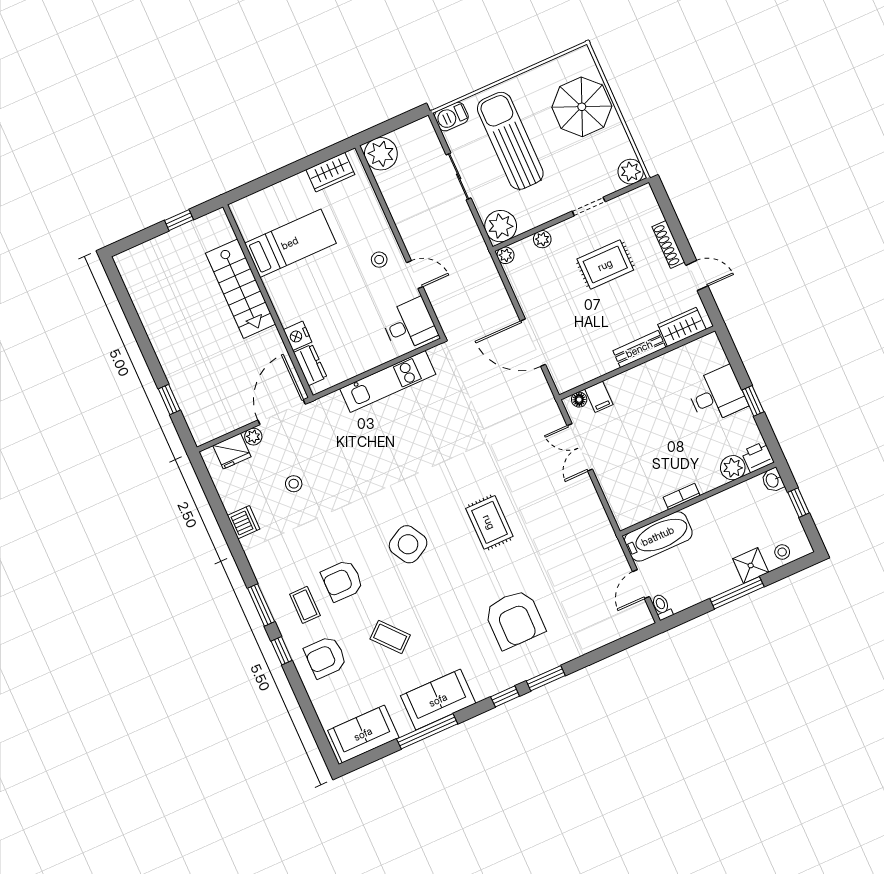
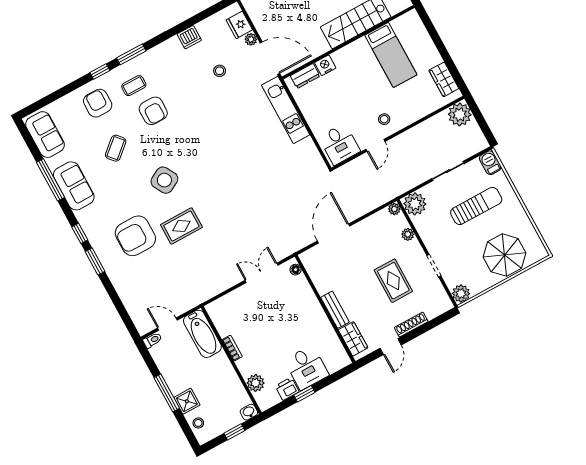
sun lounger: (510, 141) -> (476, 206), width x0.73, depth x0.75
kitchen unit: (388, 382) -> (286, 110), moved
filing cabinet: (599, 397) -> (299, 284), removed
printer: (758, 457) -> (287, 389), moved, turned -90
rug: (489, 522) -> (181, 226), moved
side table: (408, 544) -> (164, 180), moved
armchair: (342, 581) -> (153, 111), turned 180

